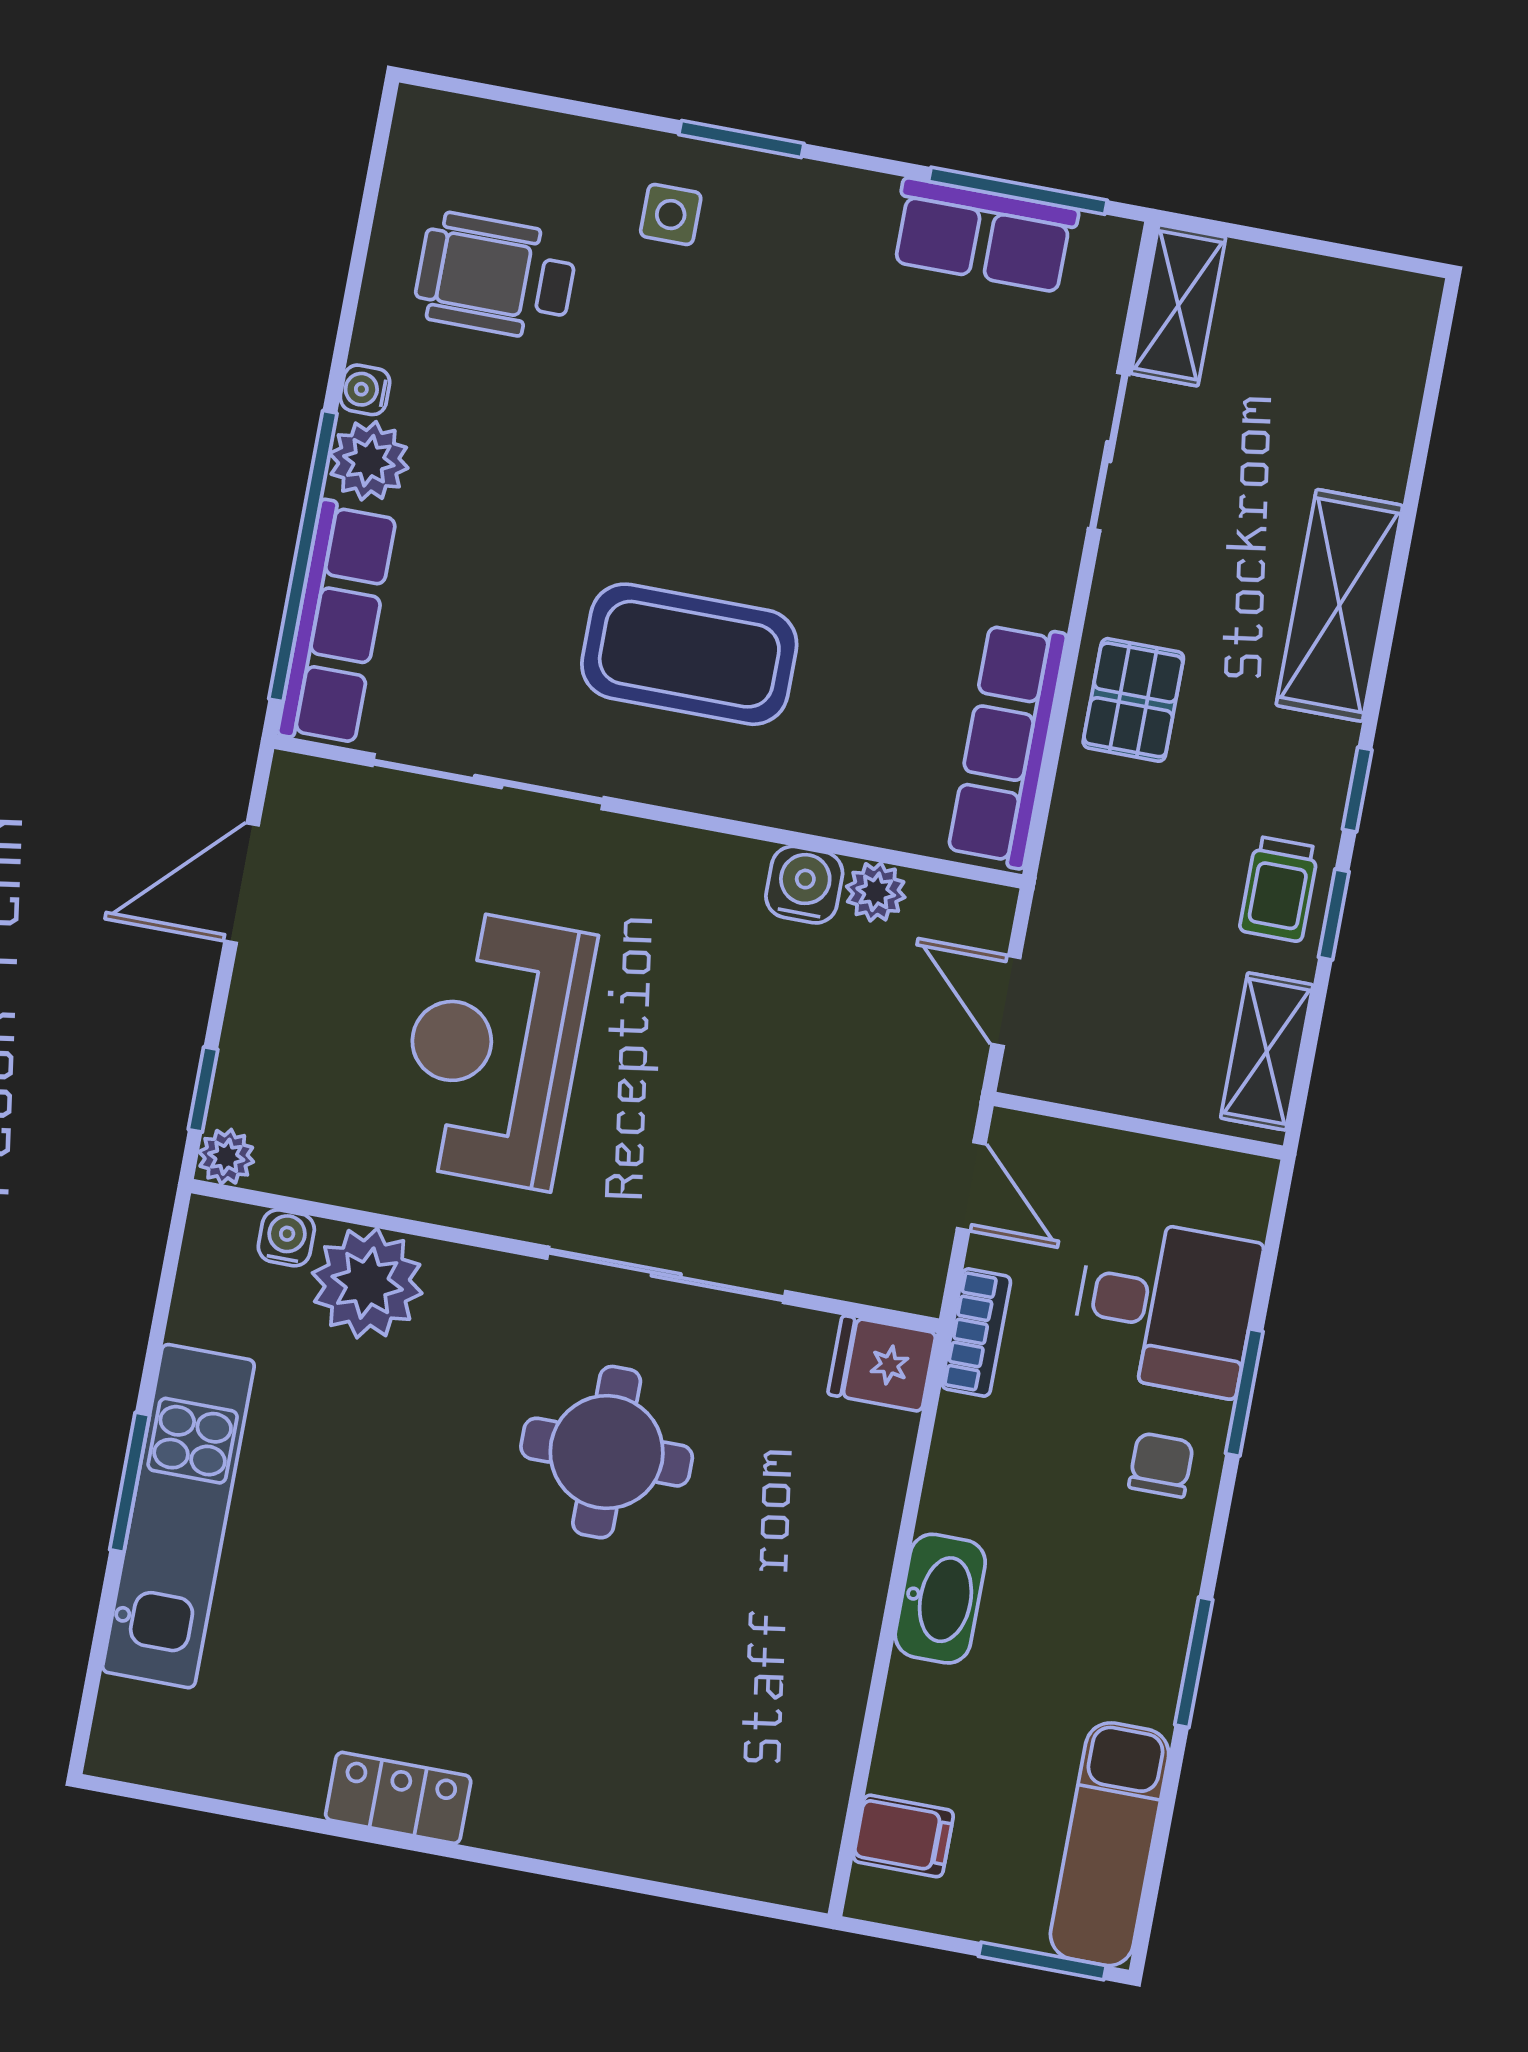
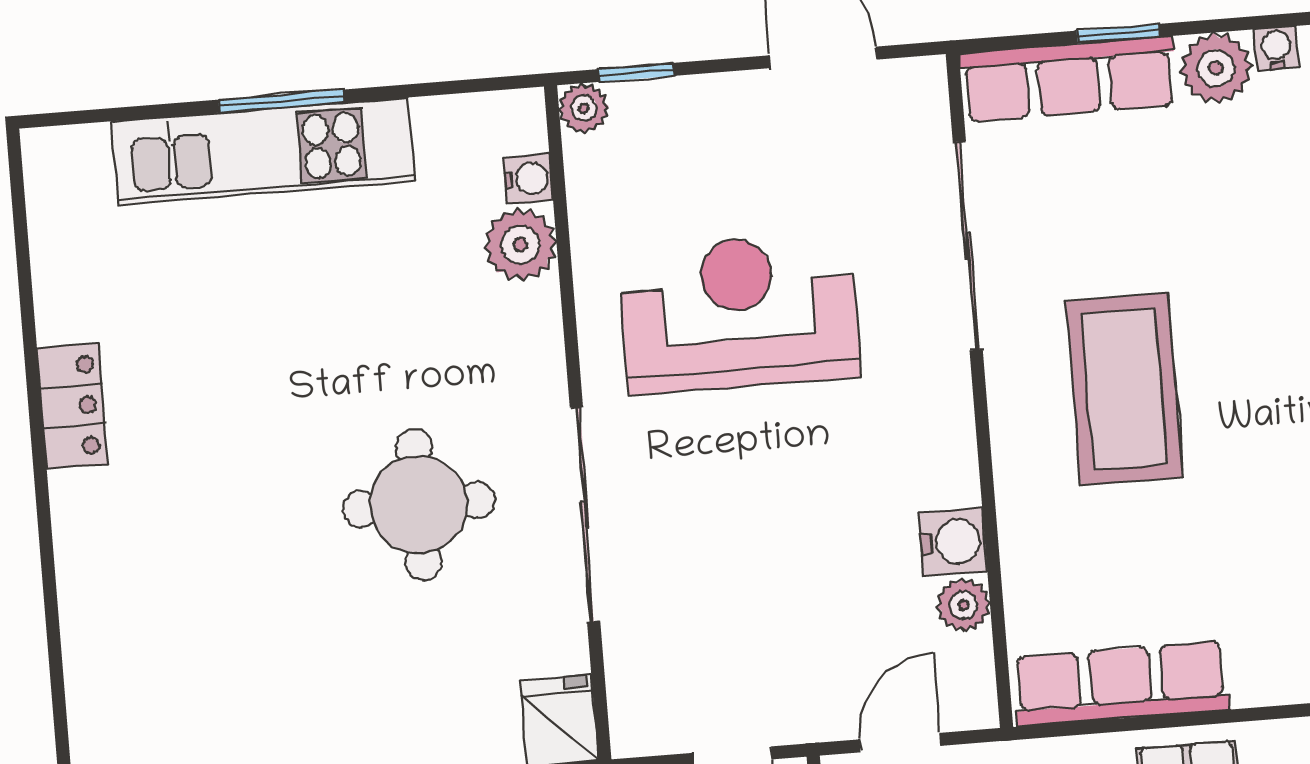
window: (303, 556) -> (1118, 34), width x0.32
plant: (367, 1283) -> (520, 245), width x0.73, depth x0.73

